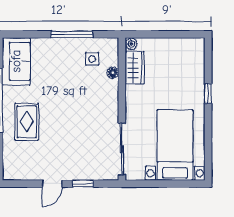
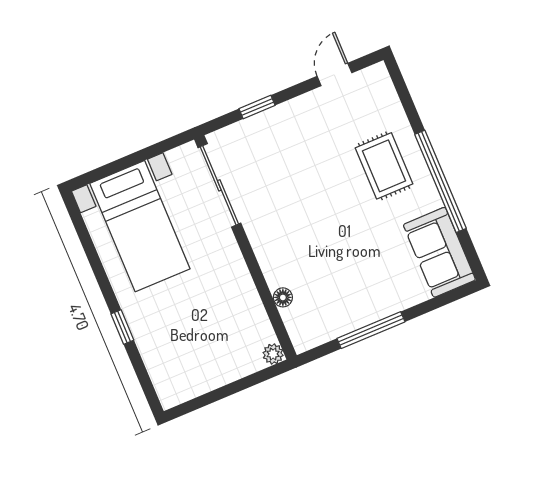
side table: (92, 59) -> (324, 305), removed
wardrobe: (135, 68) -> (253, 319), removed
door: (52, 184) -> (334, 75), moved

